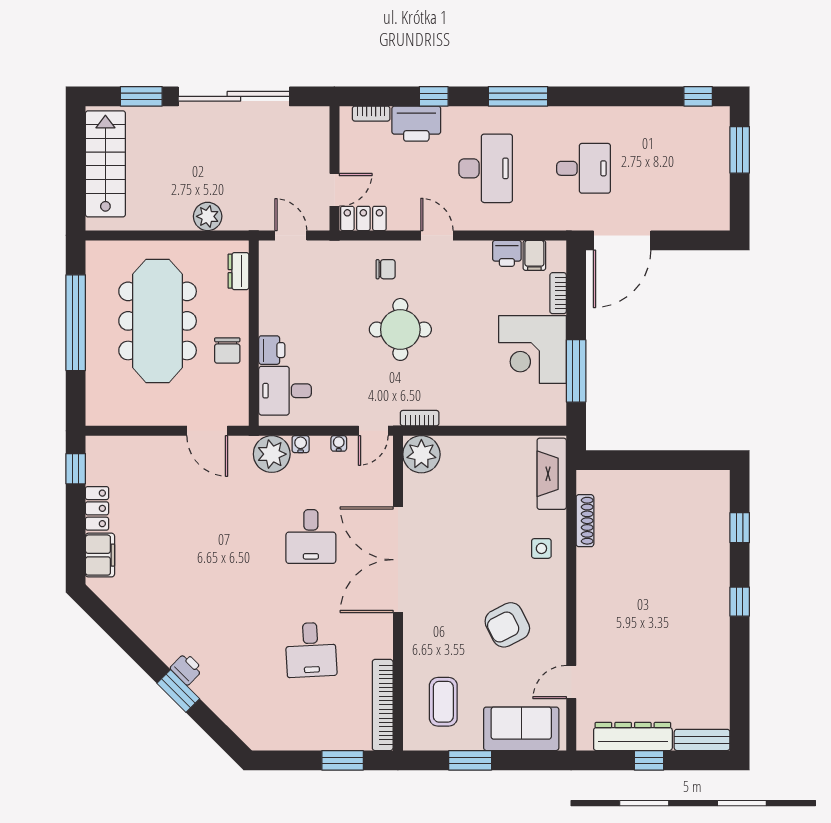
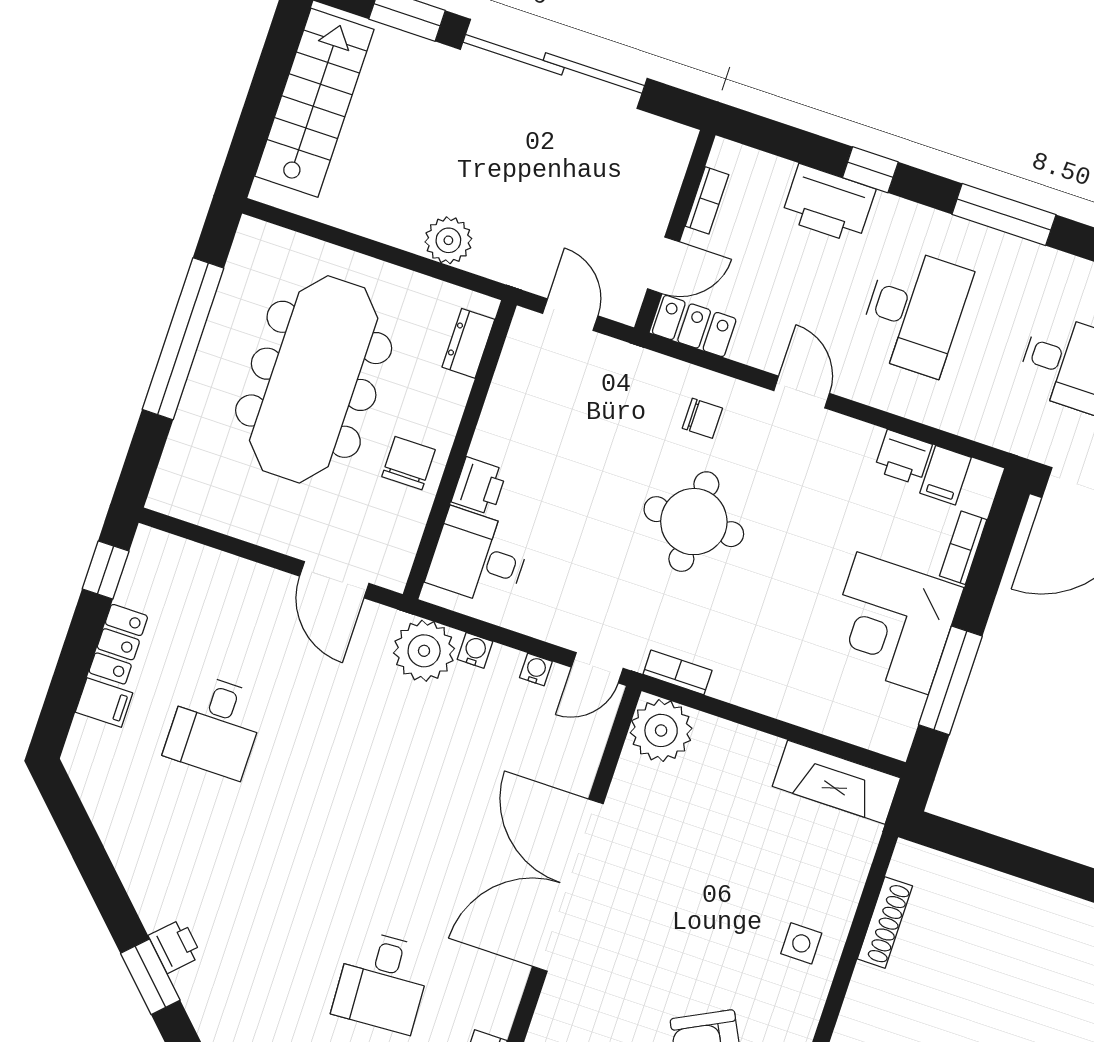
bookcase: (371, 114) -> (707, 200), moved, turned -90
chair: (227, 350) -> (408, 463), turned 180
fireplace: (552, 474) -> (836, 782), moved, turned -90
desk: (311, 536) -> (215, 726), moved
filing cabinet: (100, 555) -> (104, 703), width x0.50

